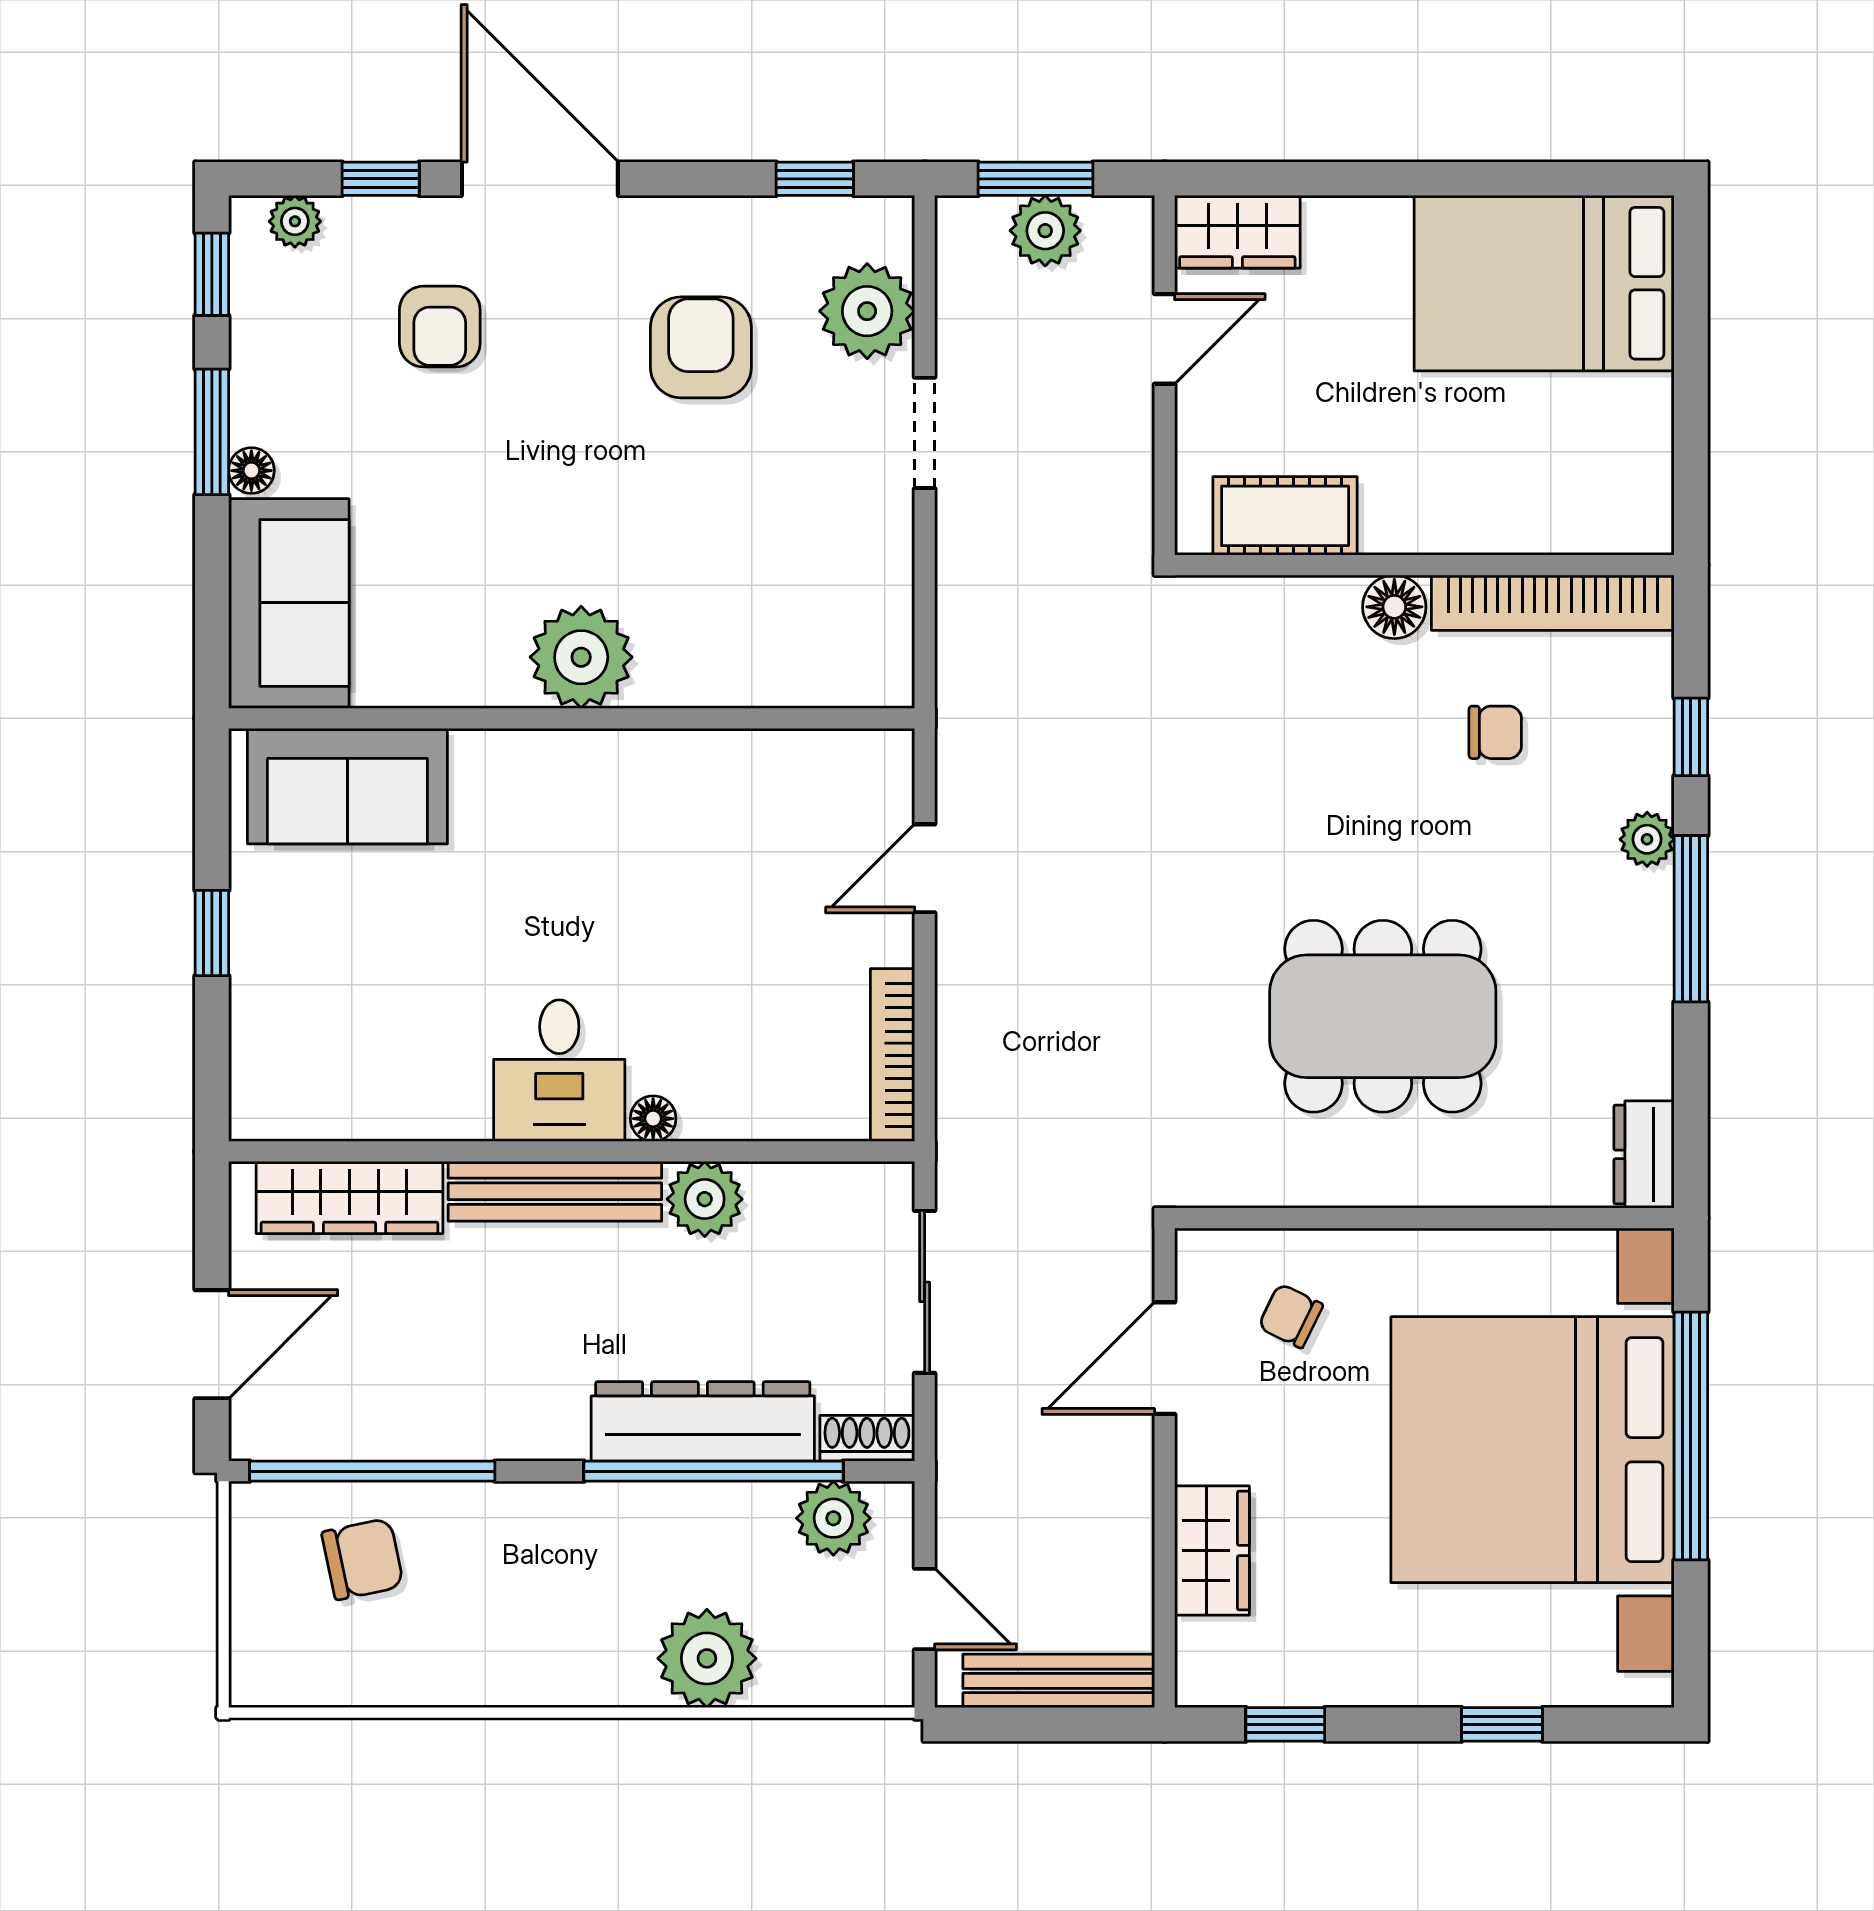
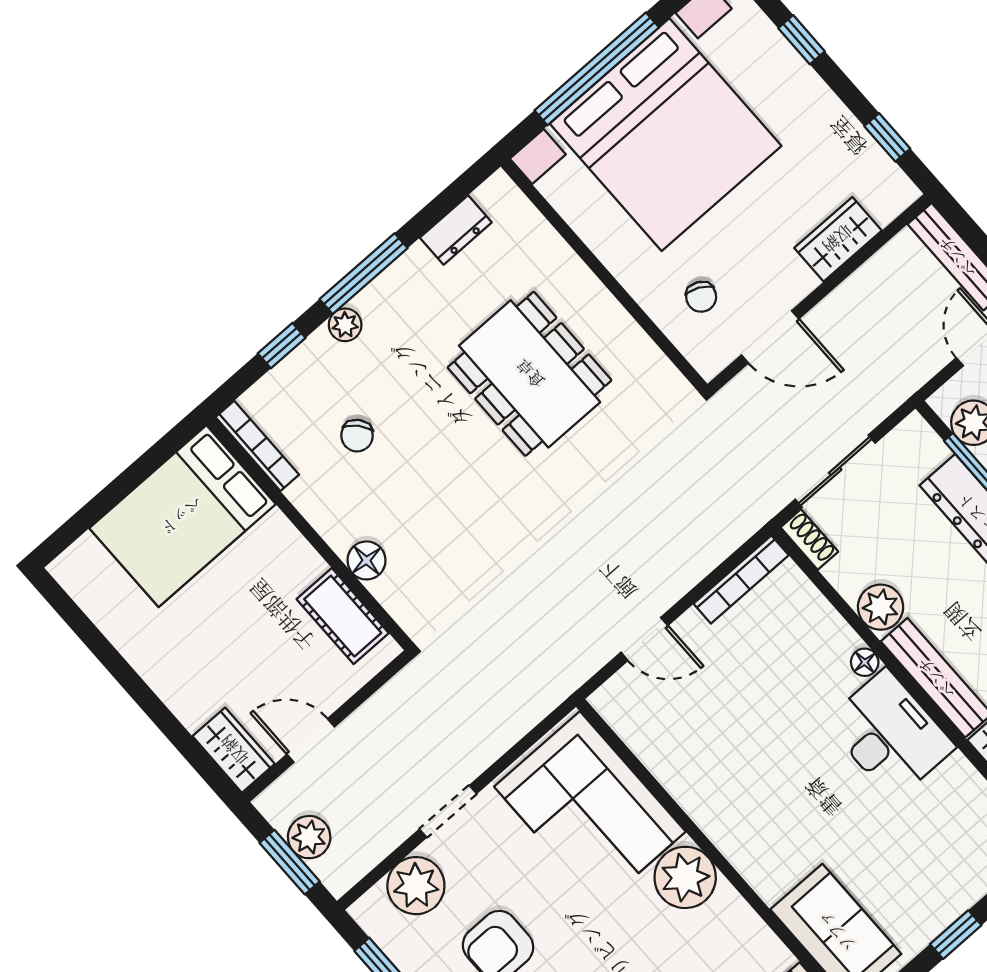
bed: (1544, 283) -> (182, 516), moved, turned 90
bookcase: (1553, 603) -> (257, 446), width x0.68, depth x0.76
floor lamp: (1394, 607) -> (366, 560), moved
corner sofa: (771, 613) -> (590, 809), added
chair: (1495, 732) -> (357, 436), turned -132
desk: (559, 1071) -> (890, 735), width x1.37
dresser: (1644, 1154) -> (456, 230), moved
shoe rack: (867, 1438) -> (809, 540), moved, turned 180

